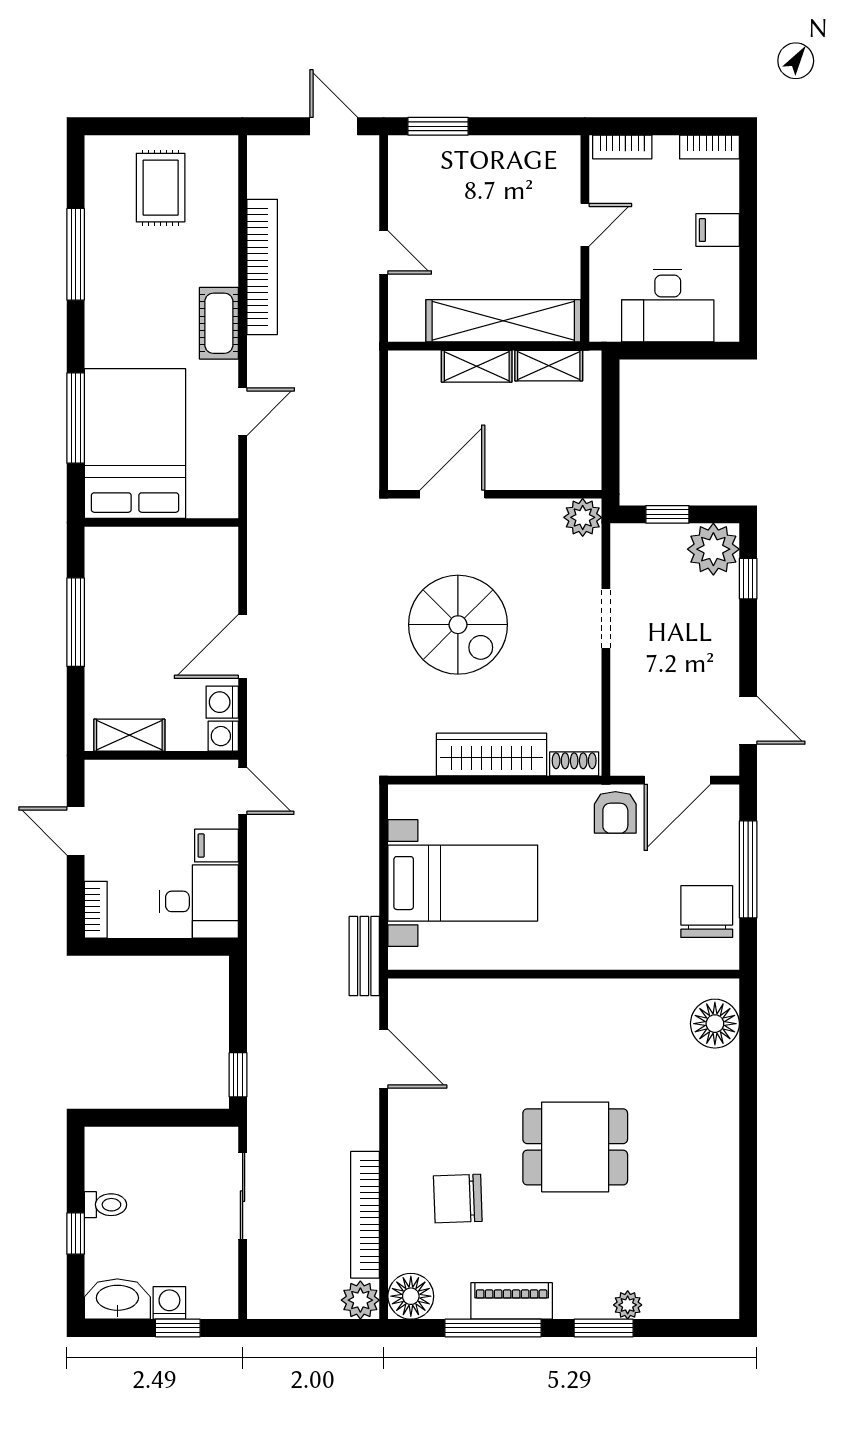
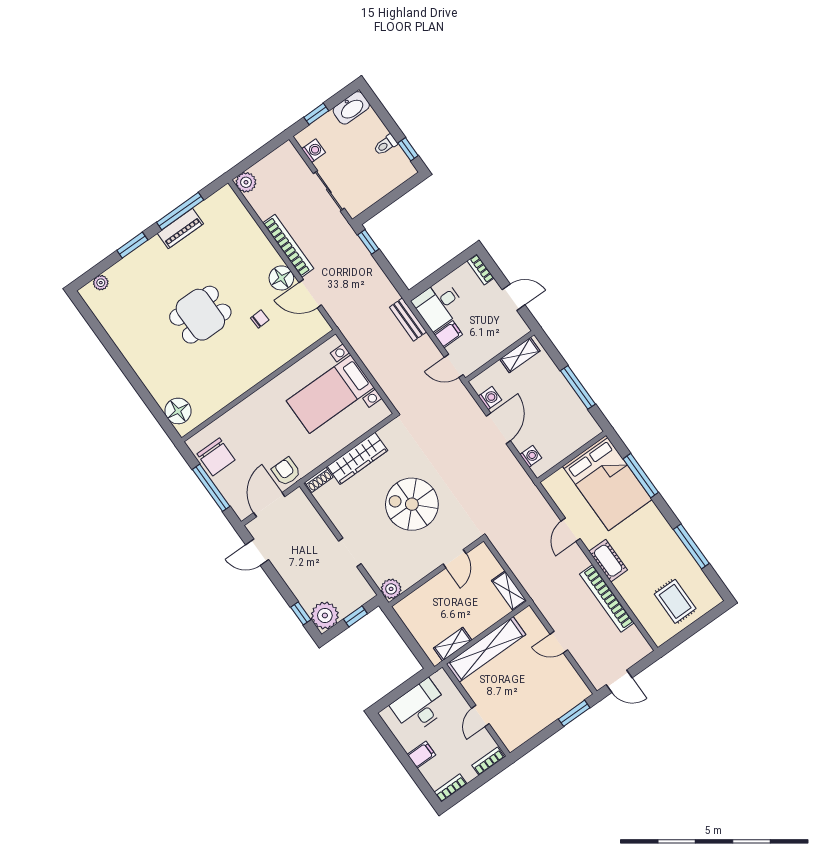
shelving: (477, 366) -> (509, 591), moved, turned 90
door: (452, 494) -> (455, 559), width x0.73
washing machine: (223, 736) -> (531, 456), moved
bench: (364, 956) -> (408, 319), moved
chair: (458, 1199) -> (260, 319), moved, width x0.54, depth x0.54
bookcase: (365, 1215) -> (288, 246), moved
window: (76, 1234) -> (408, 149), moved
floor lamp: (411, 1296) -> (281, 278), moved
washing machine: (169, 1303) -> (314, 151), moved, turned -90
plant: (628, 1305) -> (101, 283), moved

